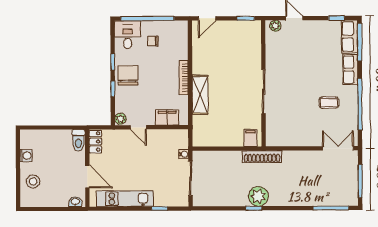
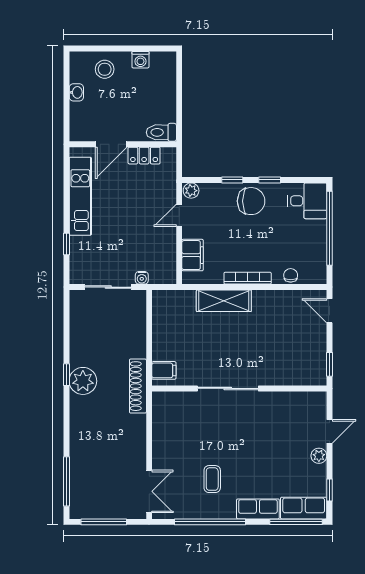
plant: (275, 26) -> (319, 456), moved
chair: (153, 41) -> (291, 275), moved
locker: (95, 142) -> (144, 156), moved
washbasin: (75, 202) -> (76, 92), moved

